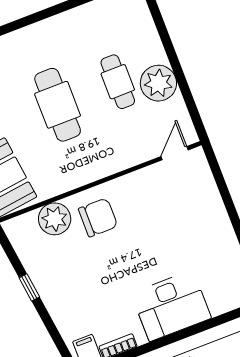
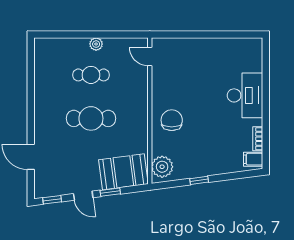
plant: (158, 83) -> (96, 44), width x0.53, depth x0.53
plant: (55, 219) -> (162, 167), moved

